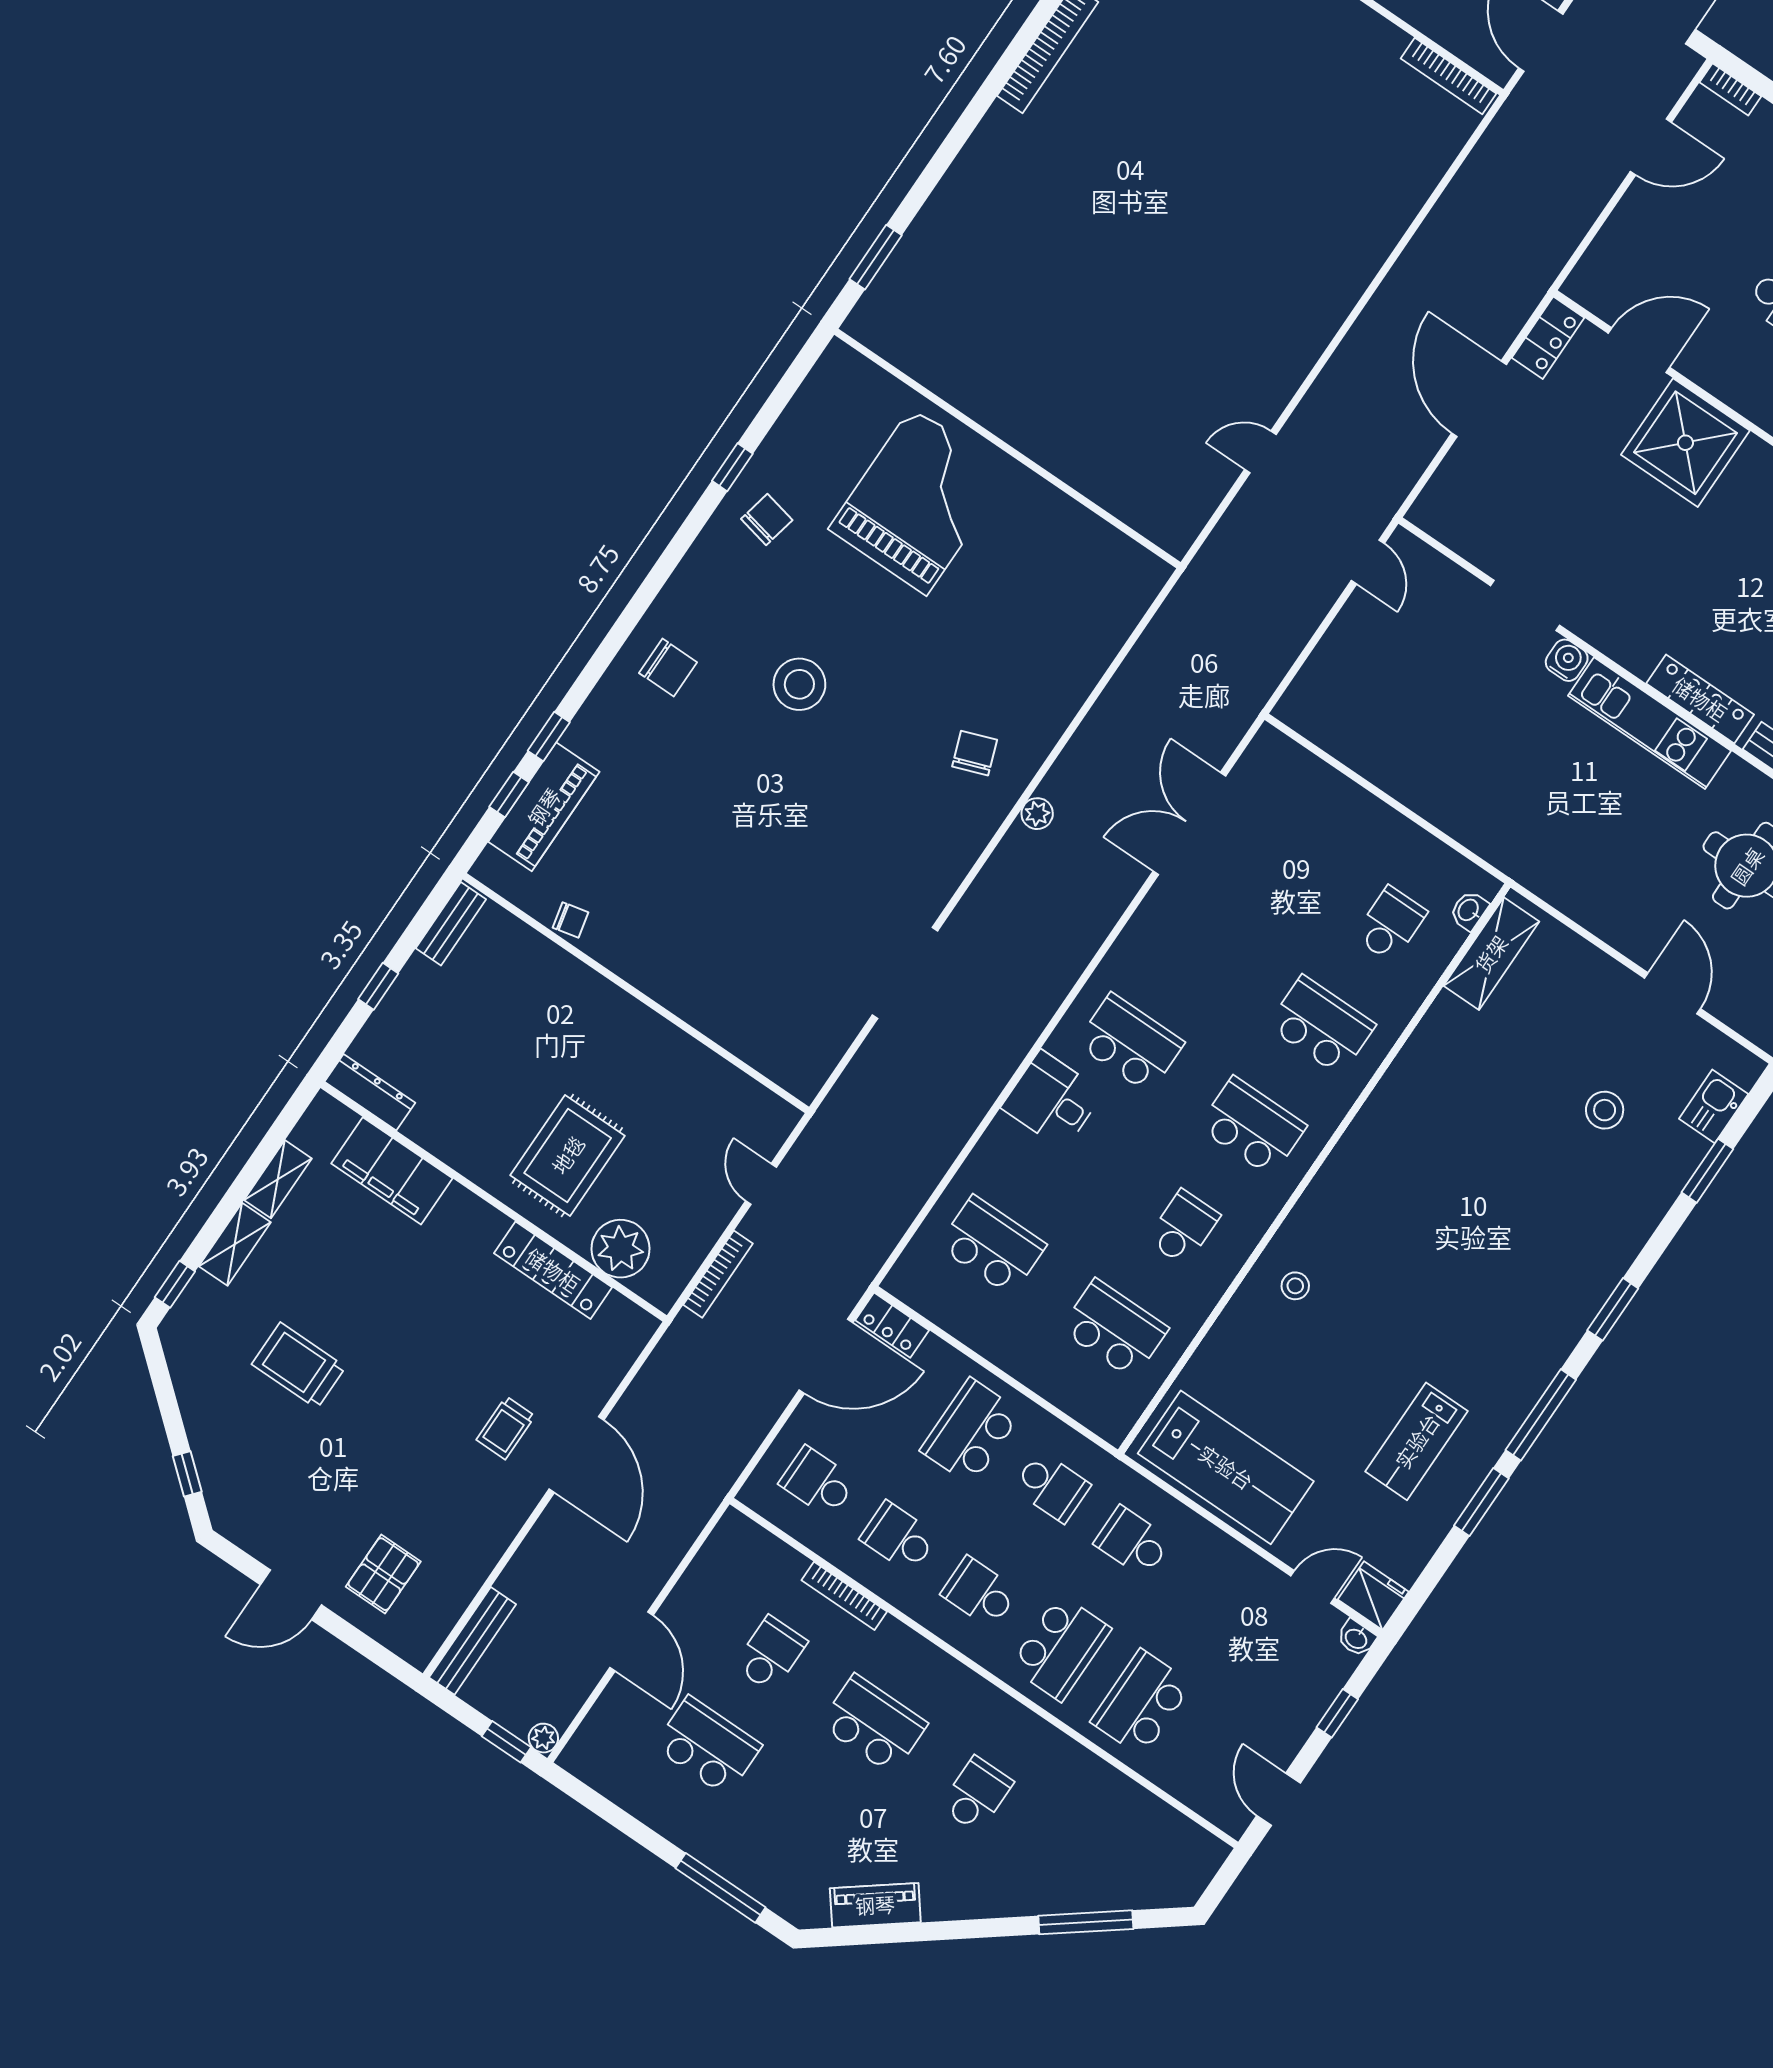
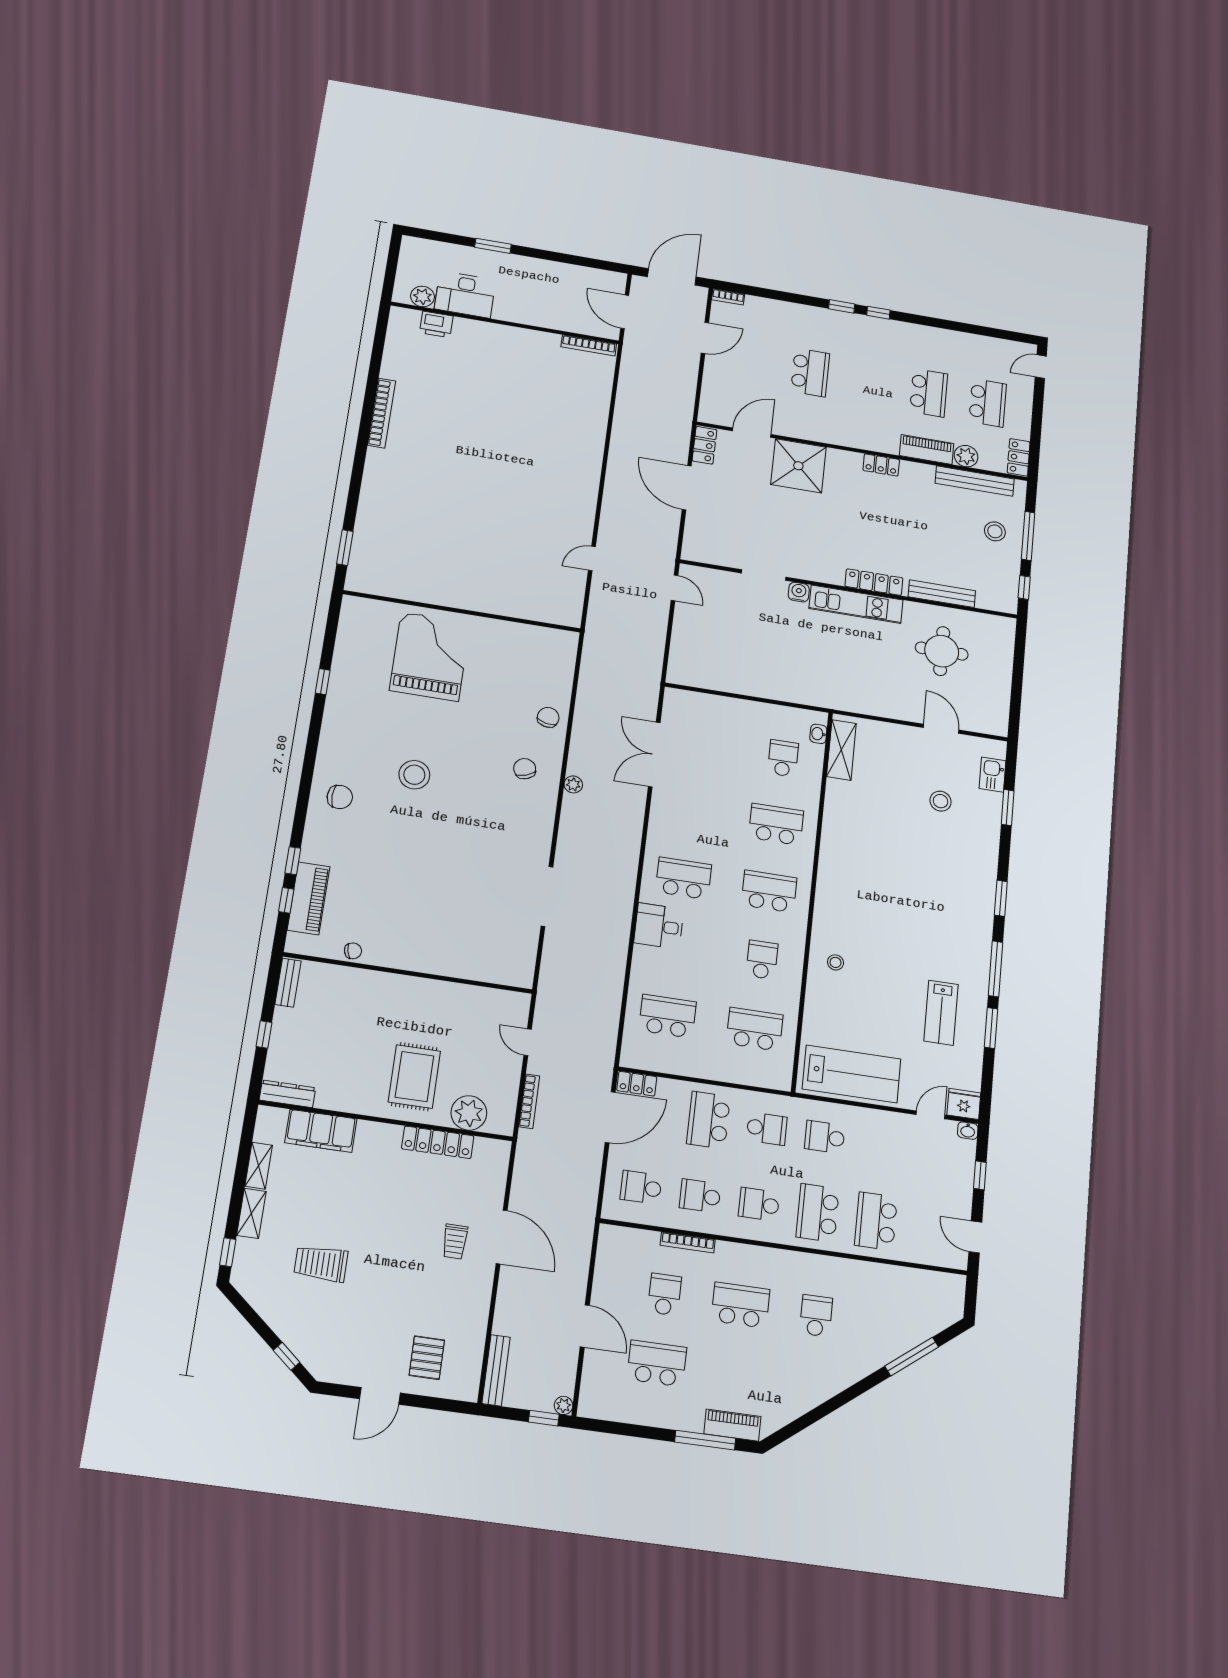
chair: (767, 519) -> (548, 717), moved
school desk: (1060, 1648) -> (818, 1213), turned 180
piano: (875, 1905) -> (732, 1425), moved, turned 38

